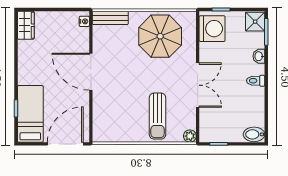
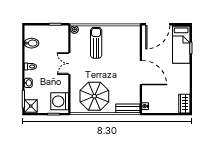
double door: (198, 85) -> (69, 64), width x0.73
bidet: (254, 134) -> (32, 43), moved

